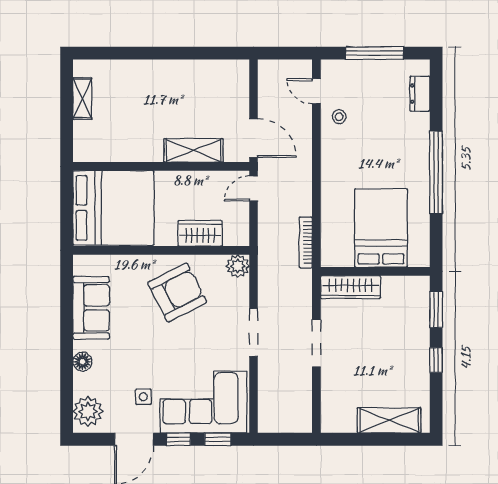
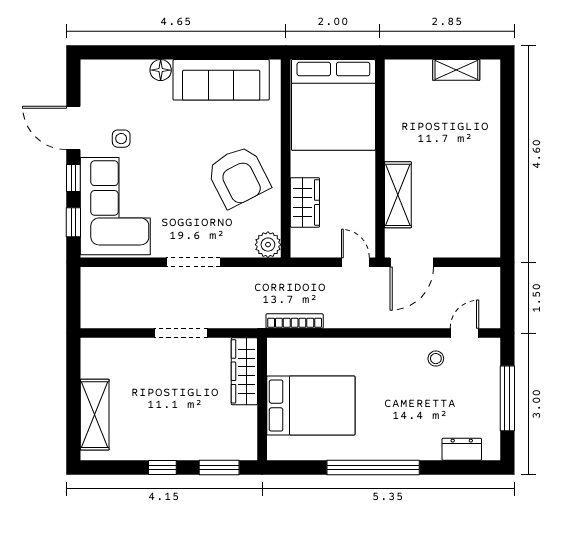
sofa: (91, 308) -> (221, 80), width x1.36
plant: (88, 411) -> (105, 76), removed

